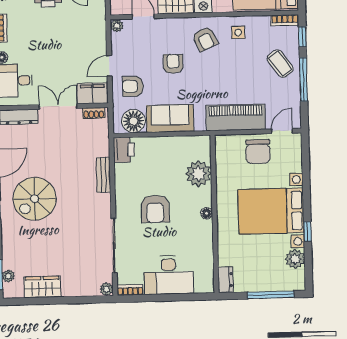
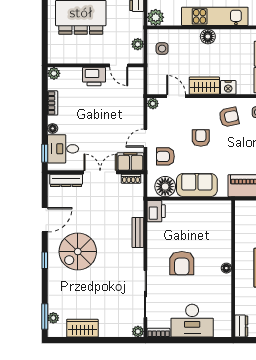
armchair: (205, 39) -> (229, 117), turned -77
plant: (198, 174) -> (220, 234), removed

